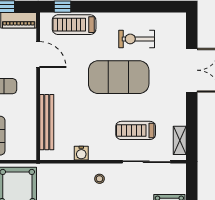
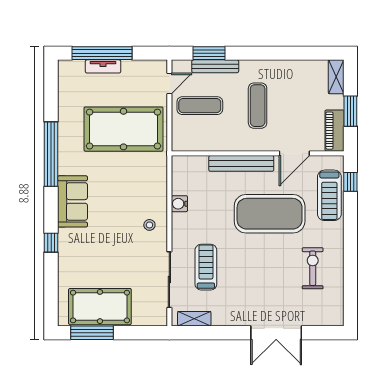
treadmill: (74, 25) -> (329, 195), turned 180
exercise mat: (119, 77) -> (270, 214), moved, turned 90
bench: (47, 122) -> (241, 163), moved

